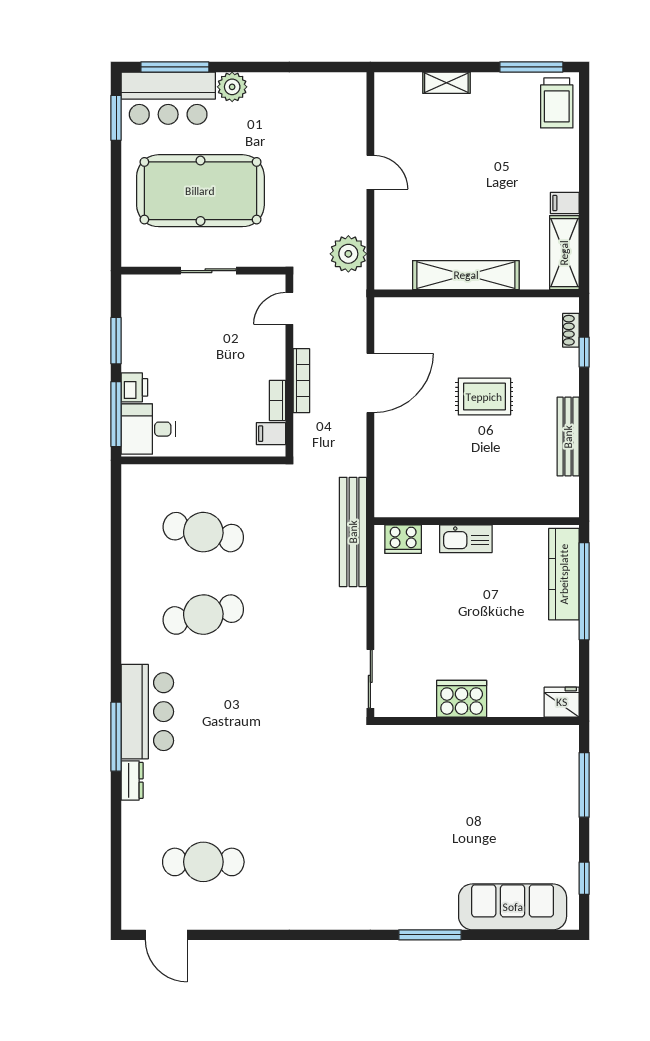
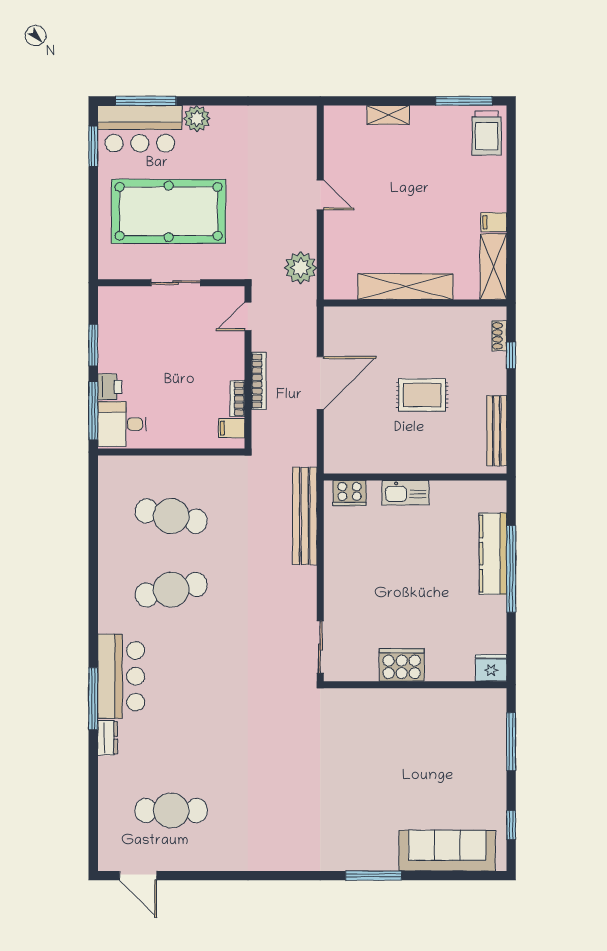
wall: (477, 521) -> (415, 477), moved
cooker: (403, 539) -> (350, 493), moved
kitchen sink: (466, 539) -> (405, 493), moved

